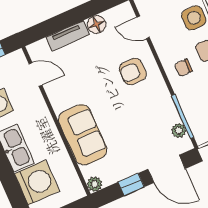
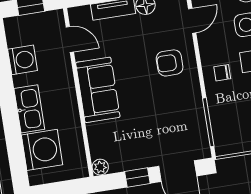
door: (143, 27) -> (192, 21), swing flipped
plant: (179, 130) -> (200, 135), removed
sofa: (83, 135) -> (98, 90), moved

